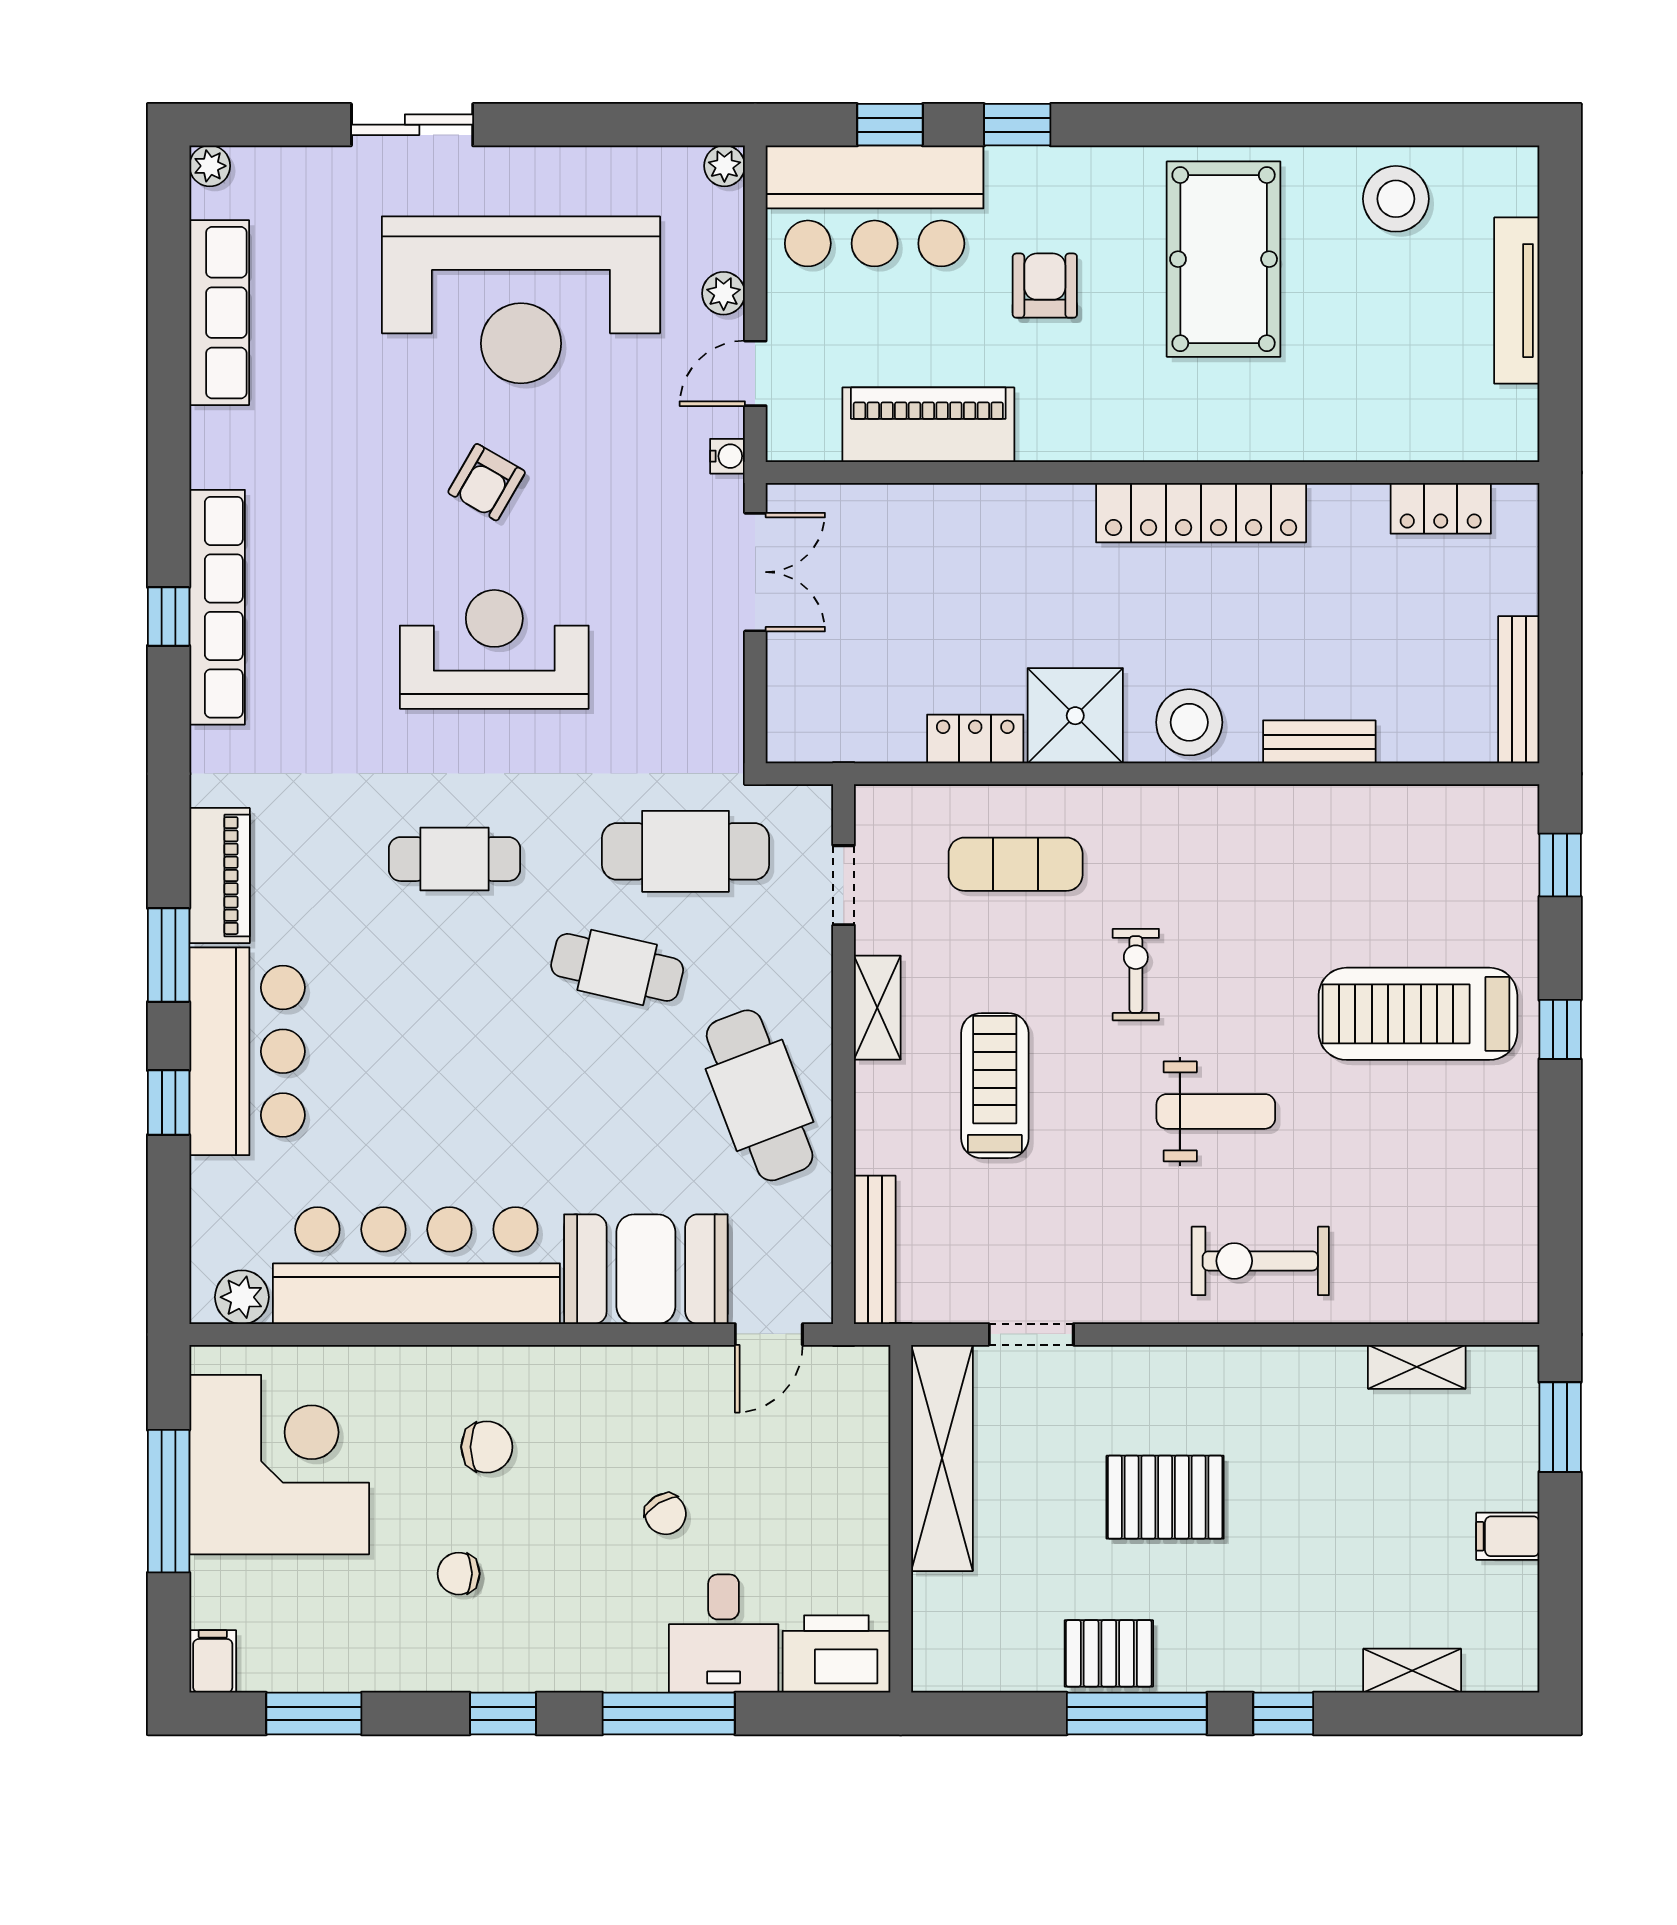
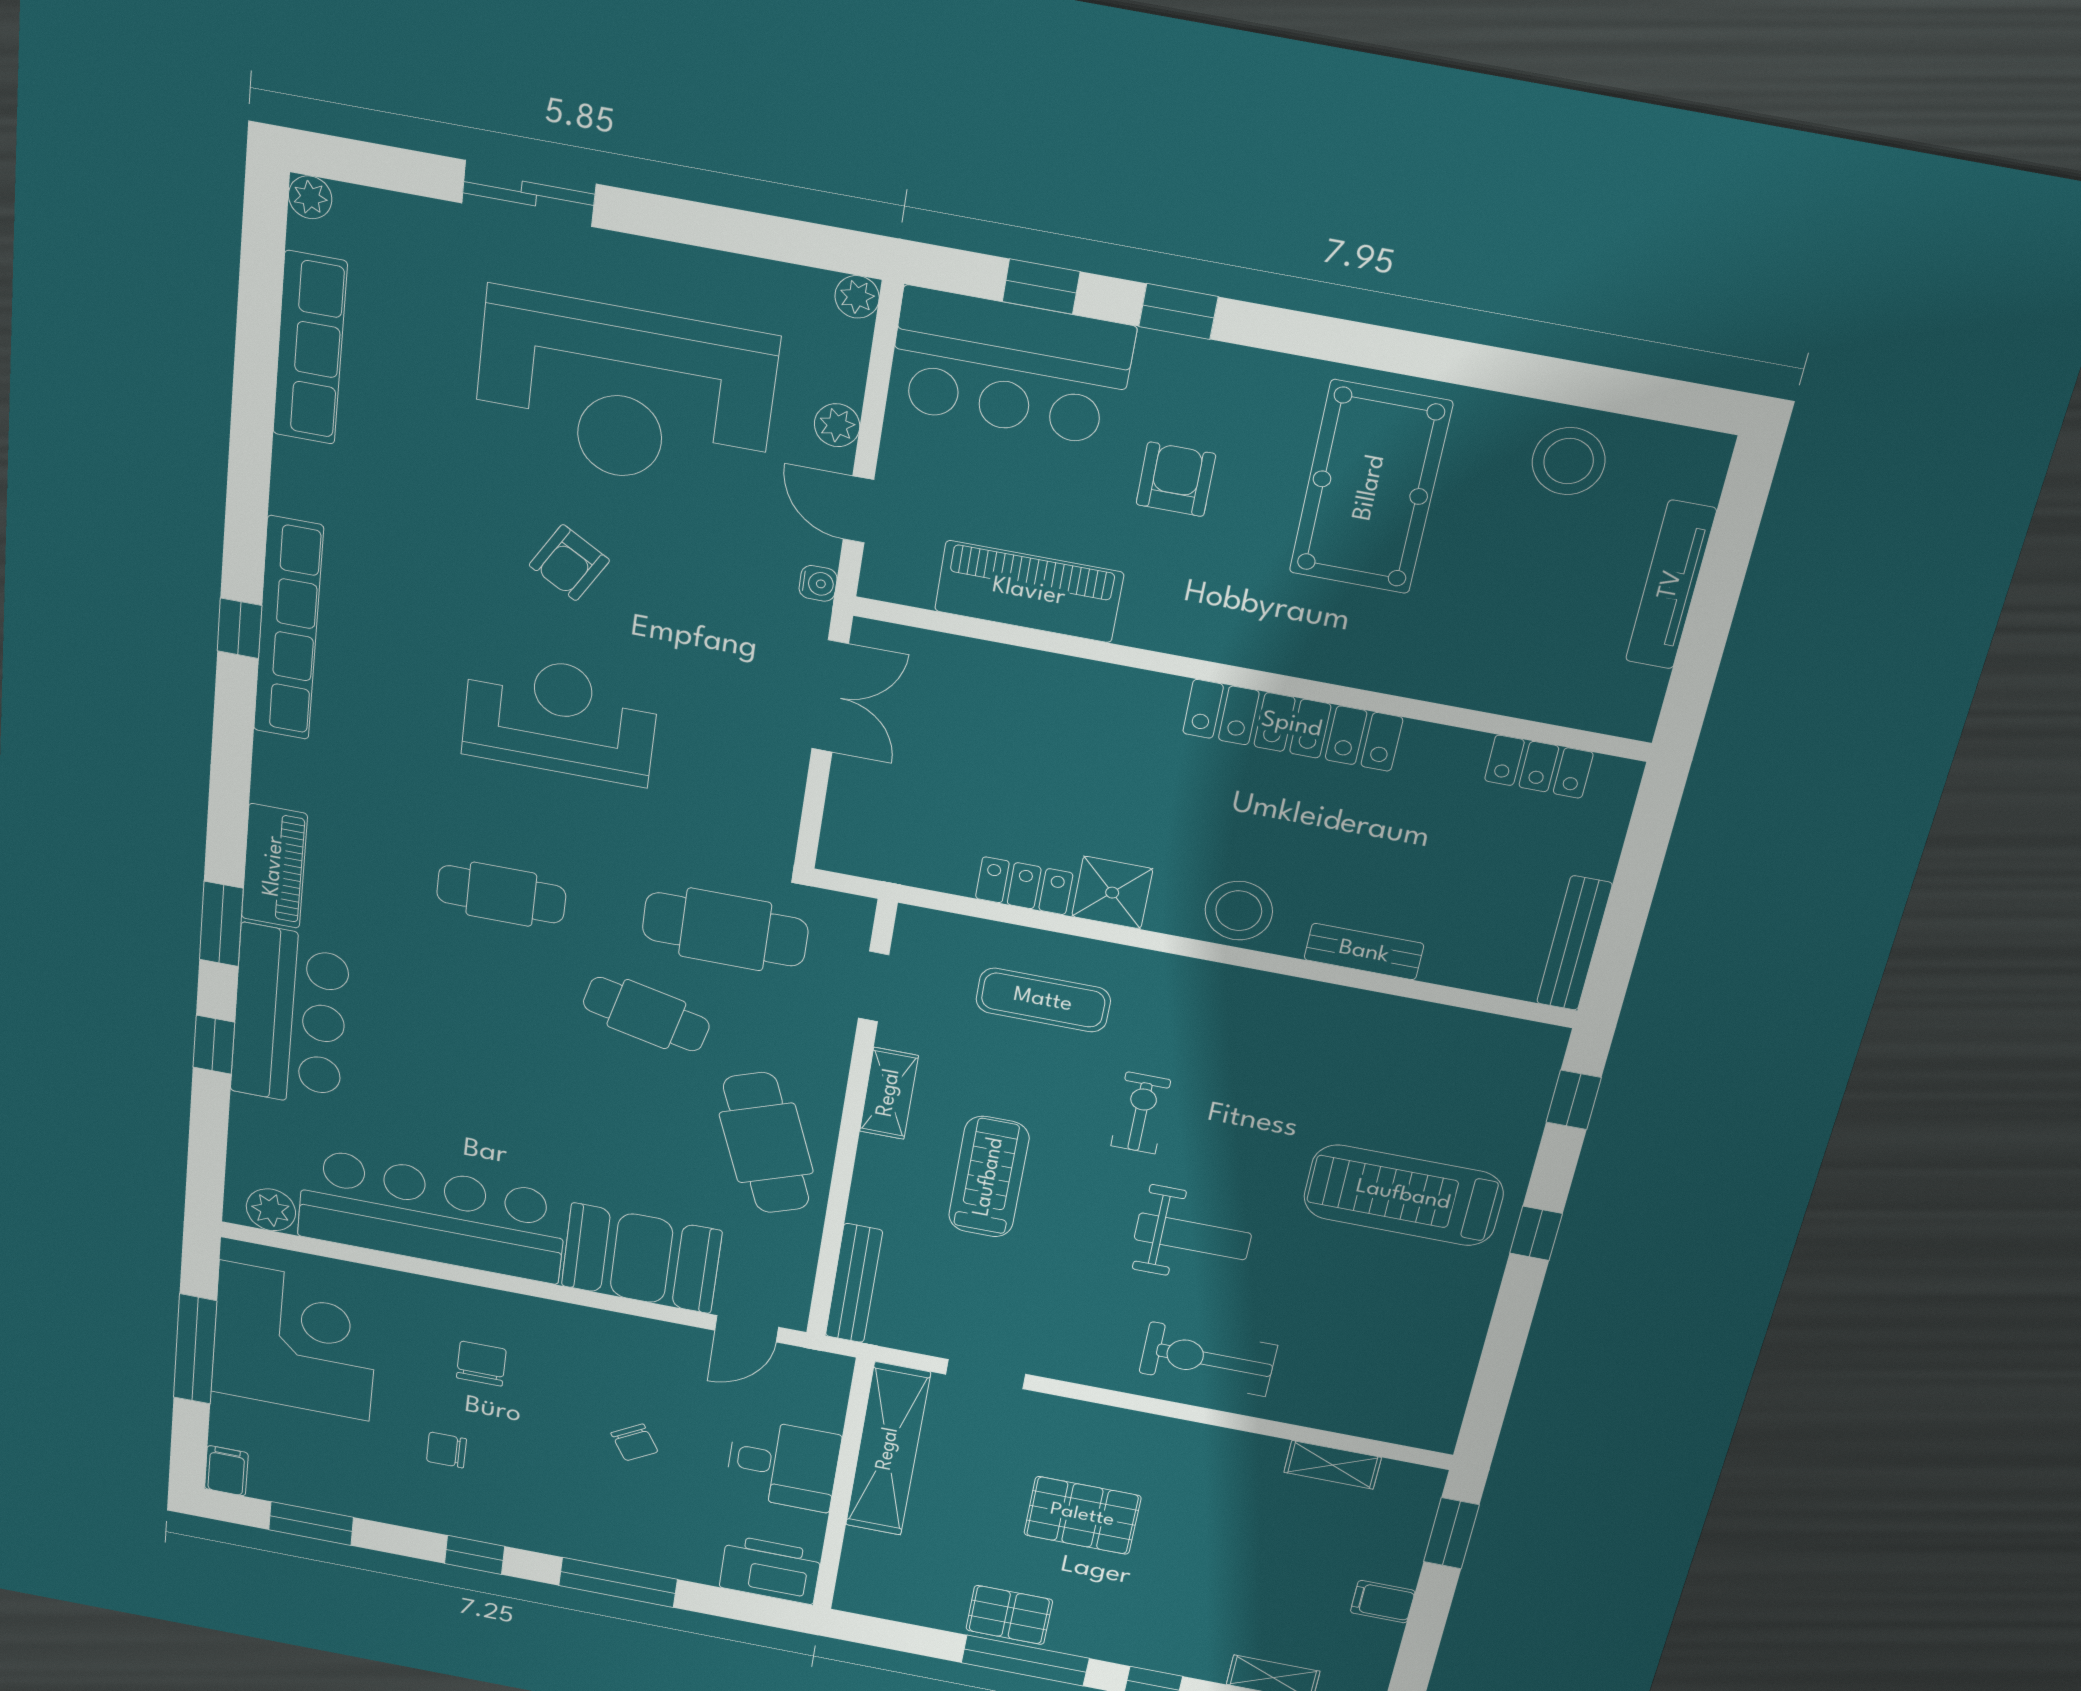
door: (755, 373) -> (858, 509), hinge flipped
shower: (1075, 716) -> (1112, 893), width x0.73, depth x0.73
chair: (487, 1447) -> (481, 1364), turned -90
desk: (724, 1634) -> (783, 1465), moved, turned -90

